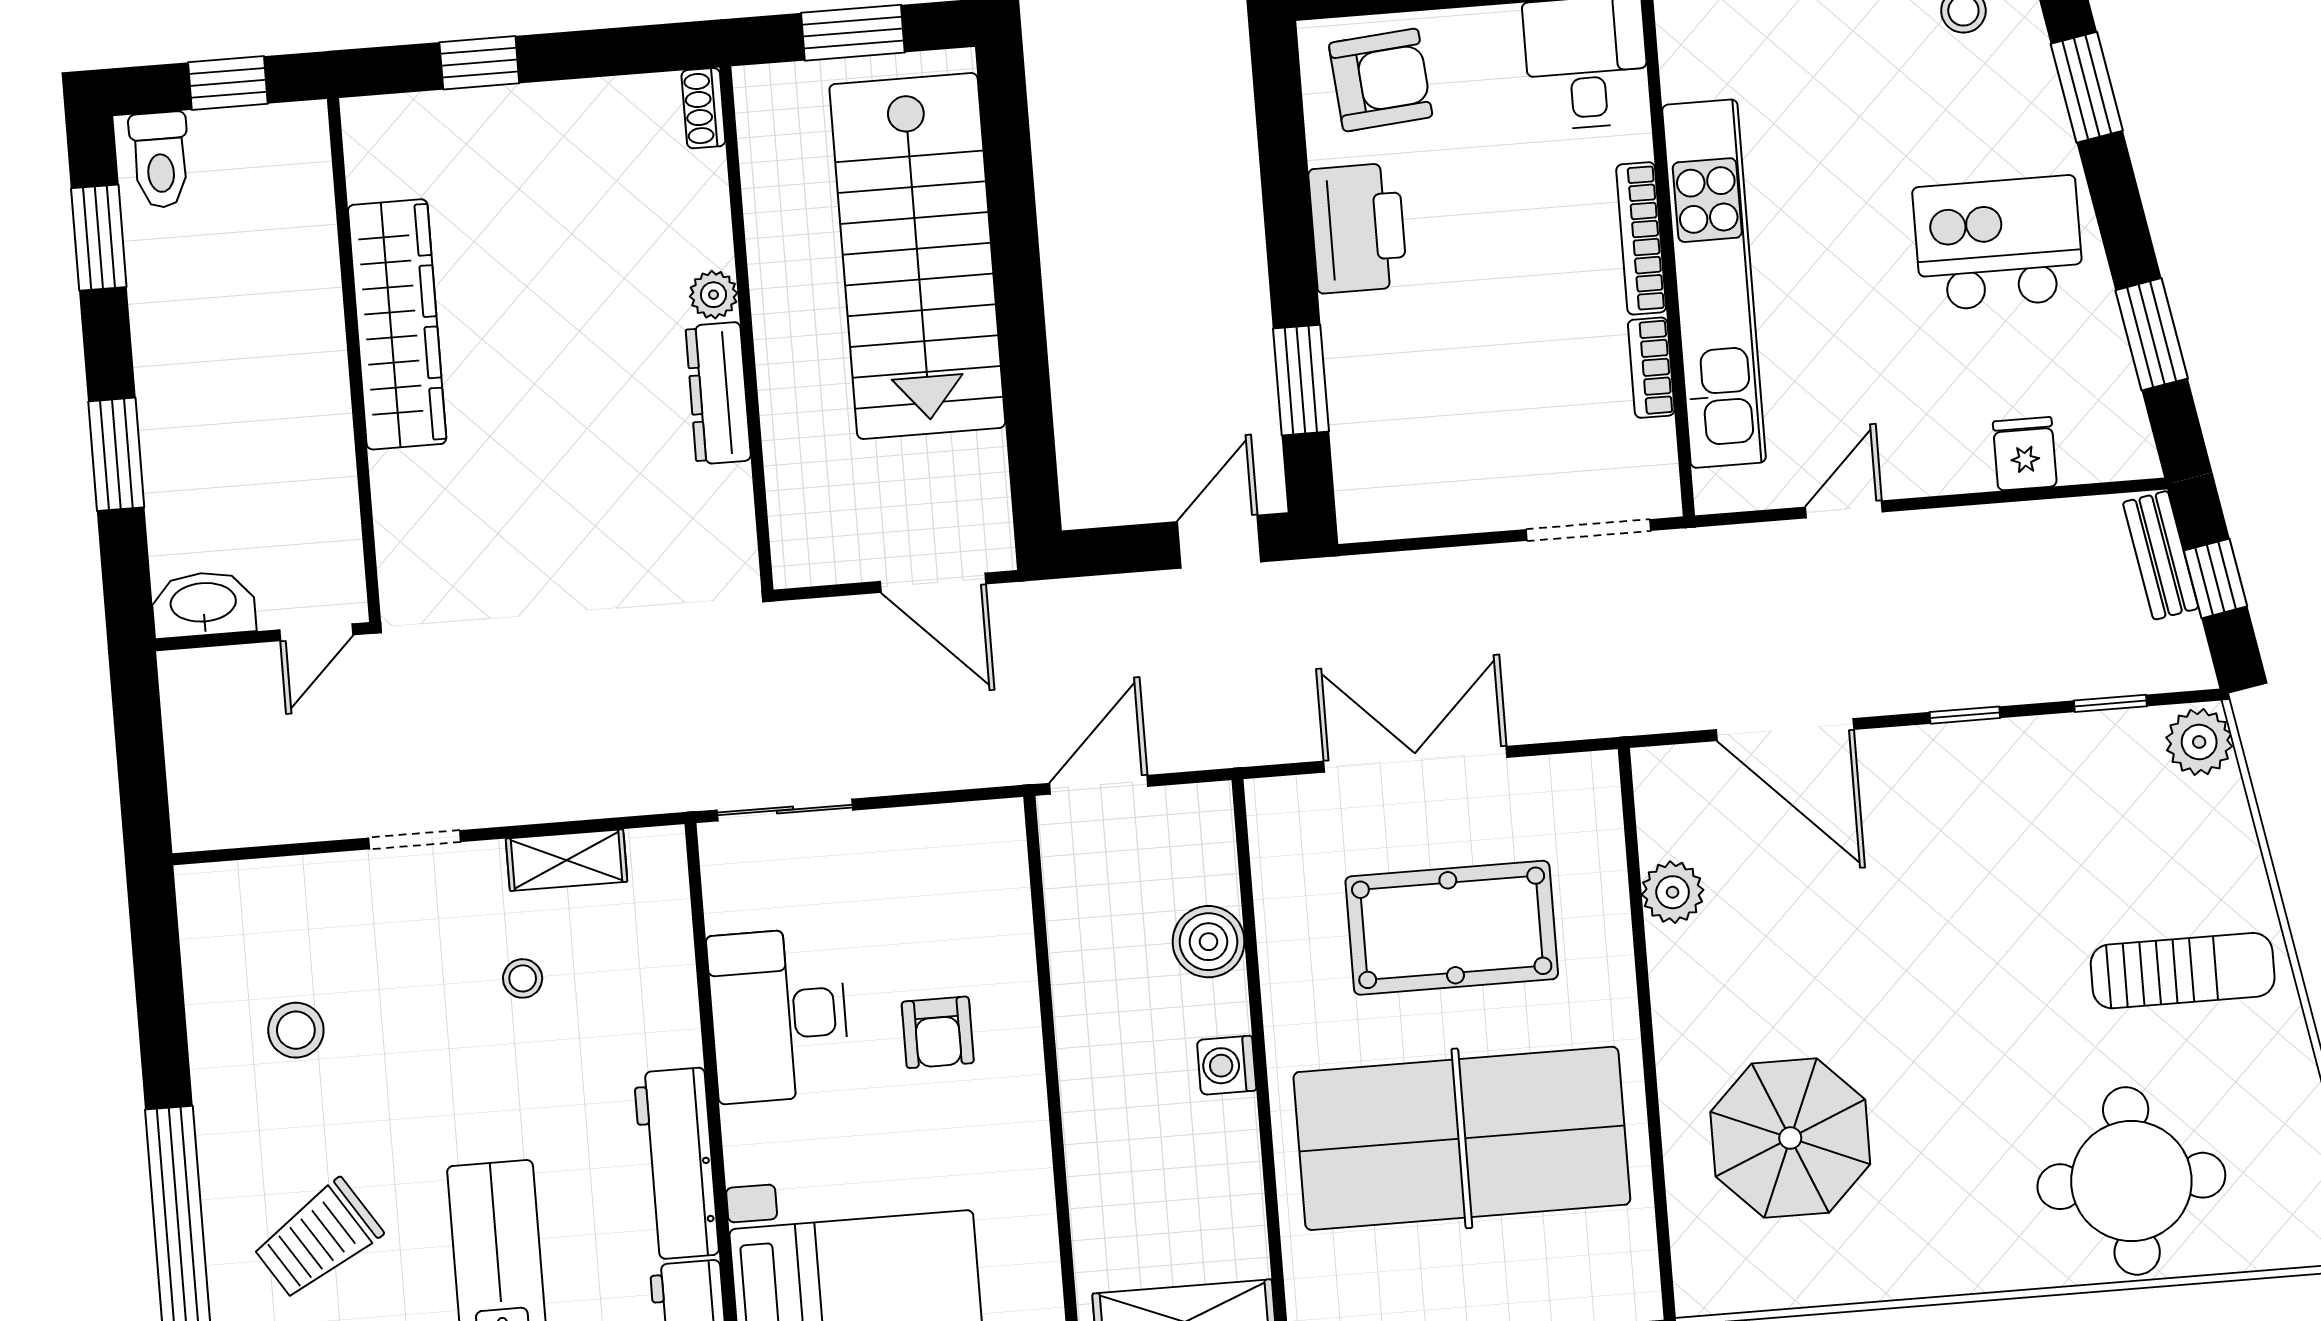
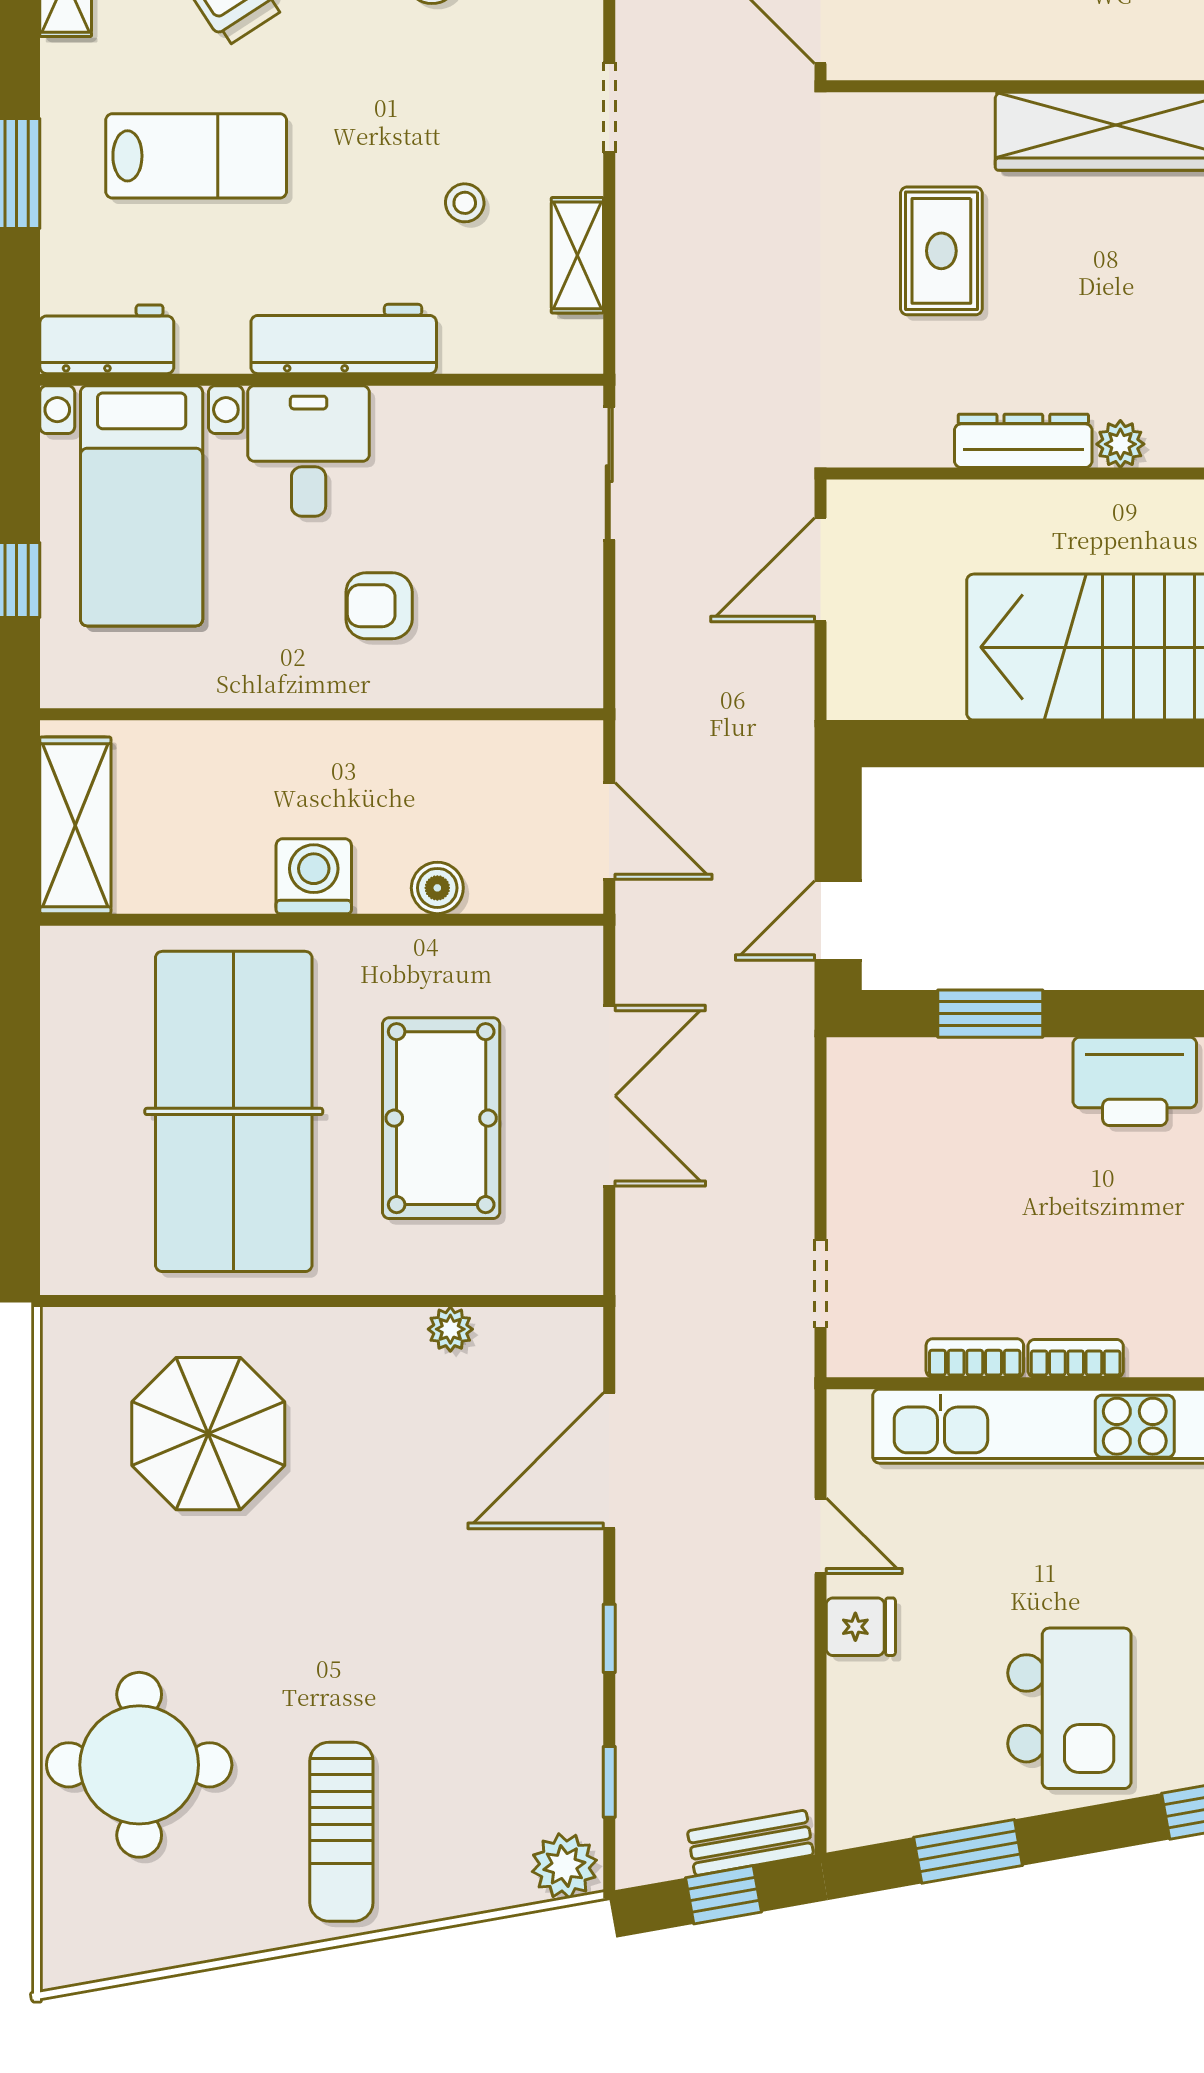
bookcase: (1641, 238) -> (1076, 1358), width x0.64
fridge: (2025, 454) -> (861, 1627), moved
rug: (532, 492) -> (941, 251), added
doorway: (1588, 530) -> (821, 1284), width x0.73
door: (1219, 542) -> (838, 920), swing flipped
door: (933, 583) -> (821, 570), moved
door: (1099, 785) -> (609, 831), moved
plant: (1673, 892) -> (450, 1329), width x0.73, depth x0.73
boiler: (1209, 942) -> (437, 888), width x0.73, depth x0.73
desk: (779, 1015) -> (309, 451), moved, width x0.73
washing machine: (1227, 1065) -> (314, 876), width x1.38, depth x1.38
workbench: (676, 1164) -> (344, 339), moved

